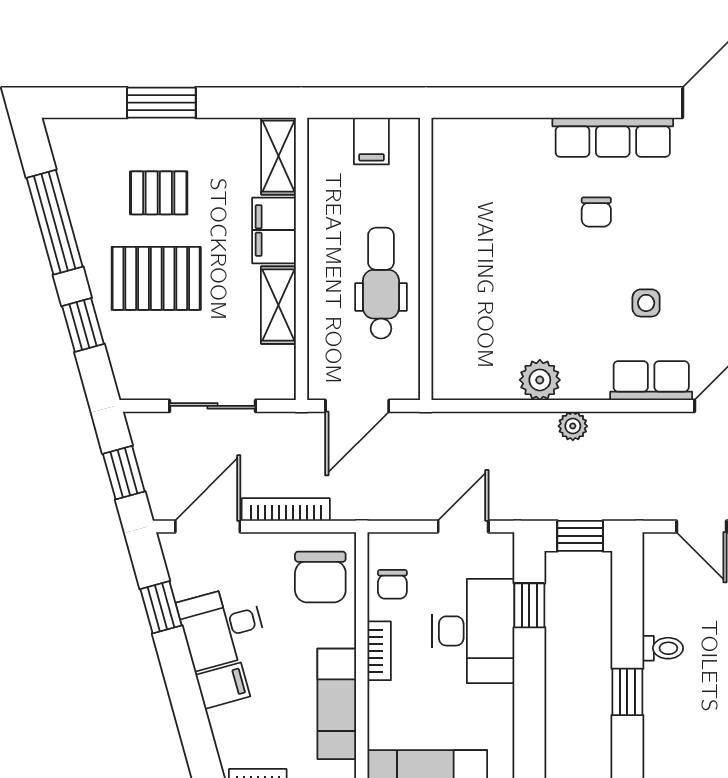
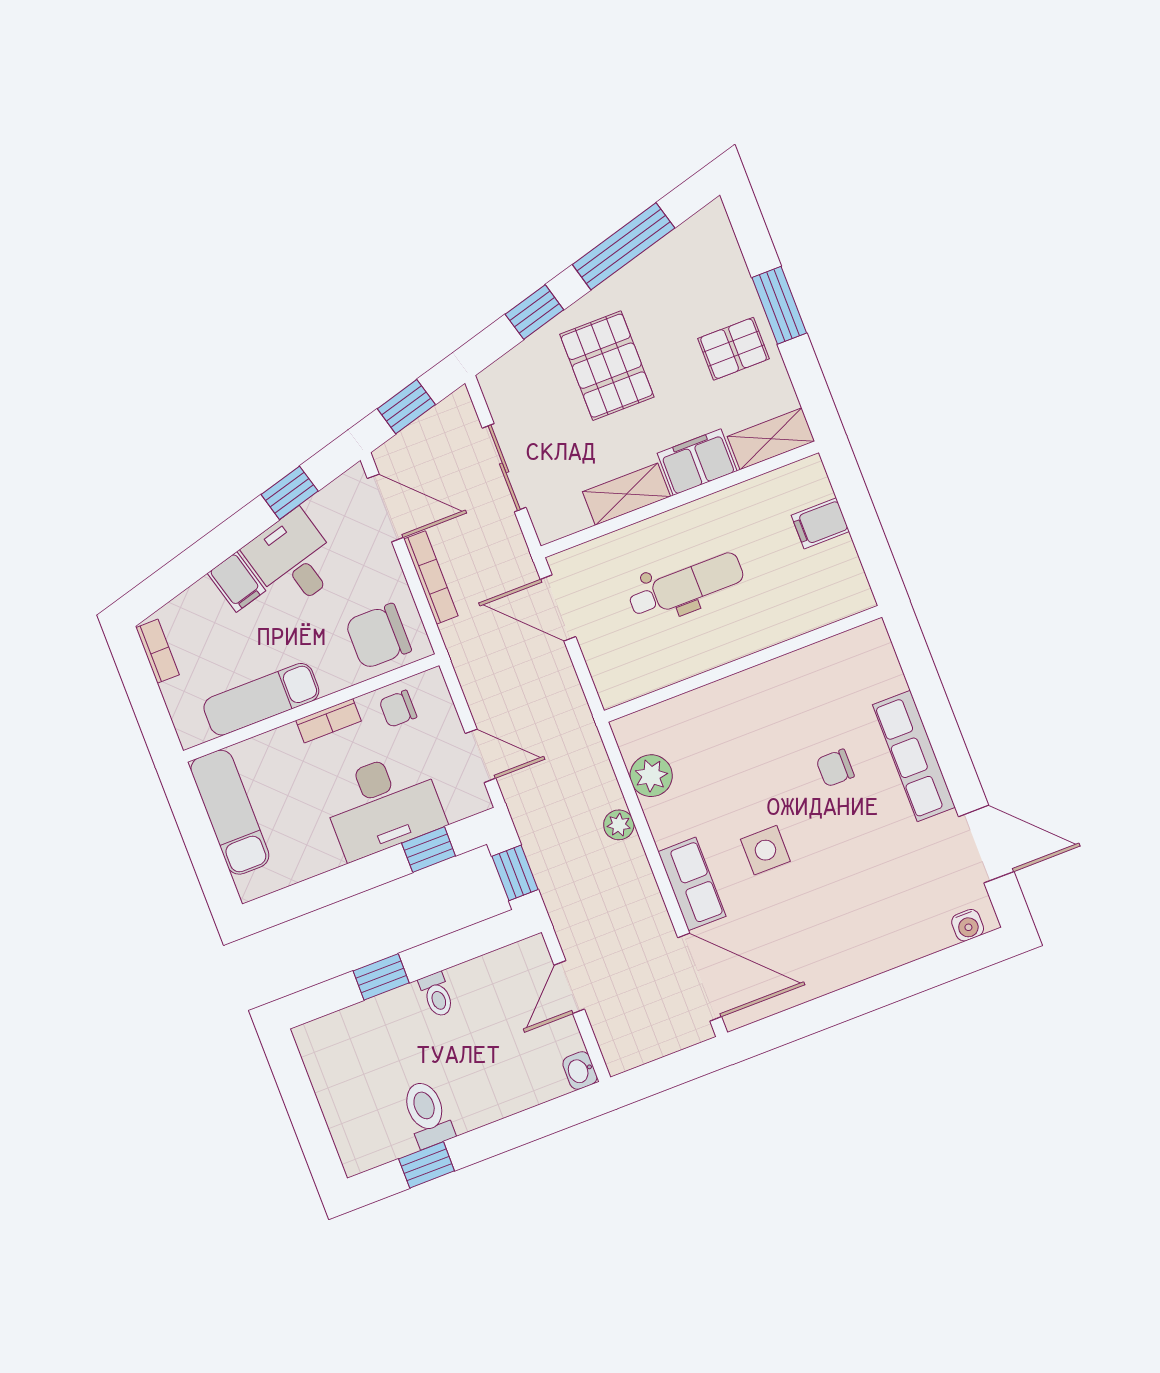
pallet: (159, 193) -> (734, 349), moved, turned 90
wall: (426, 259) -> (743, 664), moved
side table: (646, 303) -> (765, 850), width x1.37, depth x1.37

